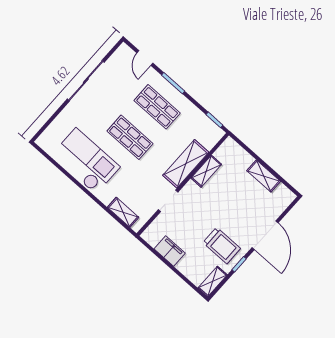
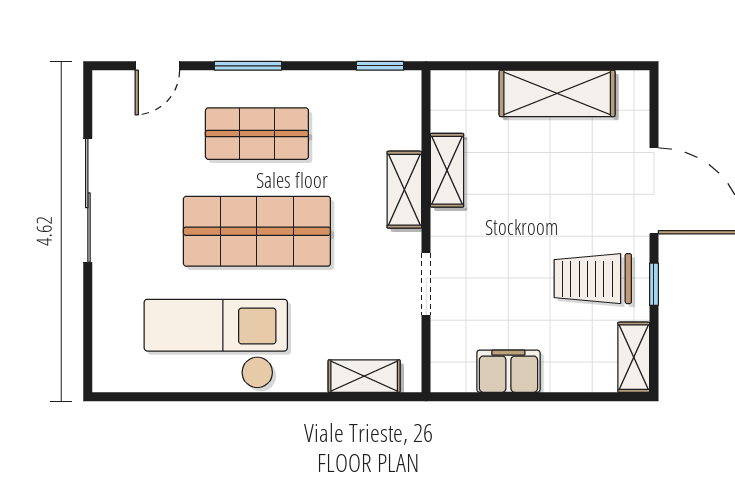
door: (145, 58) -> (157, 66), hinge flipped
shop shelf: (130, 137) -> (257, 231), width x1.43, depth x1.36
shelving: (186, 164) -> (404, 190), width x0.67, depth x0.75
shelving: (264, 176) -> (557, 93), width x1.50, depth x1.33
trolley: (222, 245) -> (593, 279), turned 180

